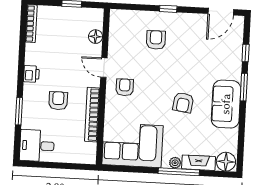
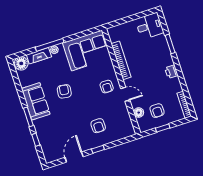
door: (221, 12) -> (74, 157), moved
armchair: (58, 101) -> (157, 111), moved

